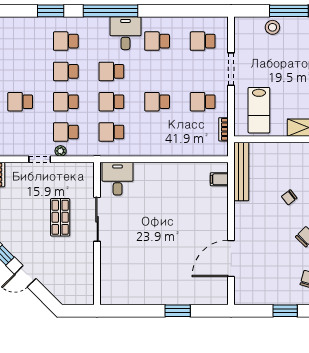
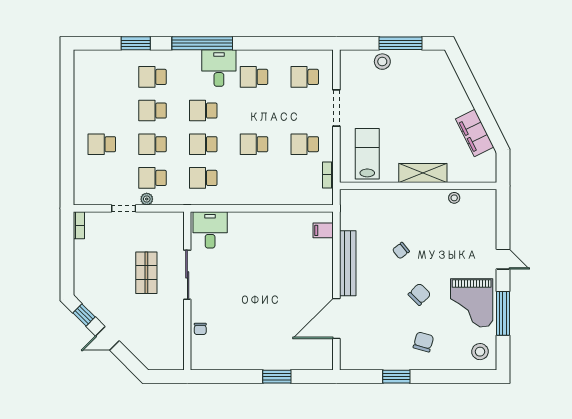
lab bench: (259, 110) -> (367, 154), turned 180
bench: (241, 171) -> (348, 263), moved
chair: (109, 268) -> (200, 329), added

